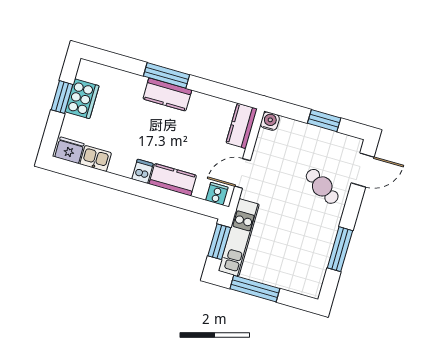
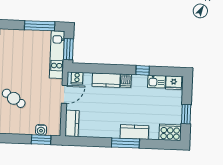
kitchen counter: (167, 94) -> (134, 132), moved
cooker: (82, 99) -> (170, 132), moved, turned 90
water cooler: (270, 121) -> (41, 130), moved
window: (324, 121) -> (41, 140), moved
window: (113, 181) -> (143, 70), added

